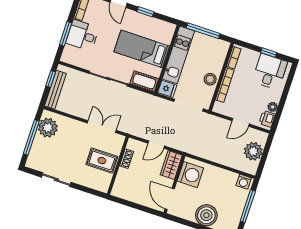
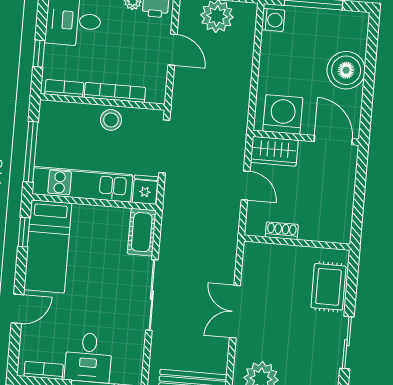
window: (145, 12) -> (24, 232), moved
bed: (142, 49) -> (48, 246), moved
window: (269, 52) -> (39, 53), moved
double door: (102, 127) -> (235, 312), moved
rug: (102, 161) -> (328, 287), moved
door: (170, 199) -> (333, 140), swing flipped

